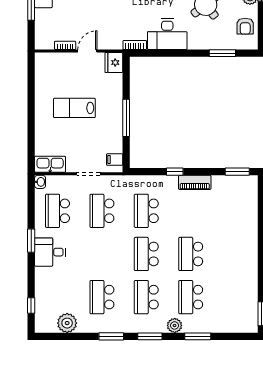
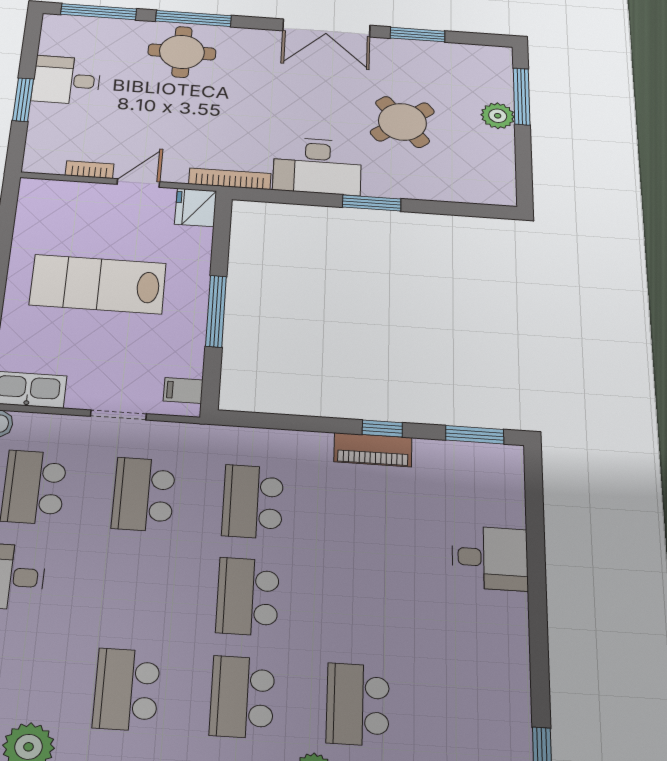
armchair: (245, 26) -> (488, 164), removed
bookcase: (135, 45) -> (230, 179), width x1.56
window: (222, 53) -> (372, 203), moved
lab bench: (74, 108) -> (98, 284), width x1.36, depth x1.39
window: (175, 172) -> (382, 428), moved
desk: (243, 230) -> (490, 558), added
school desk: (191, 254) -> (360, 604), removed

